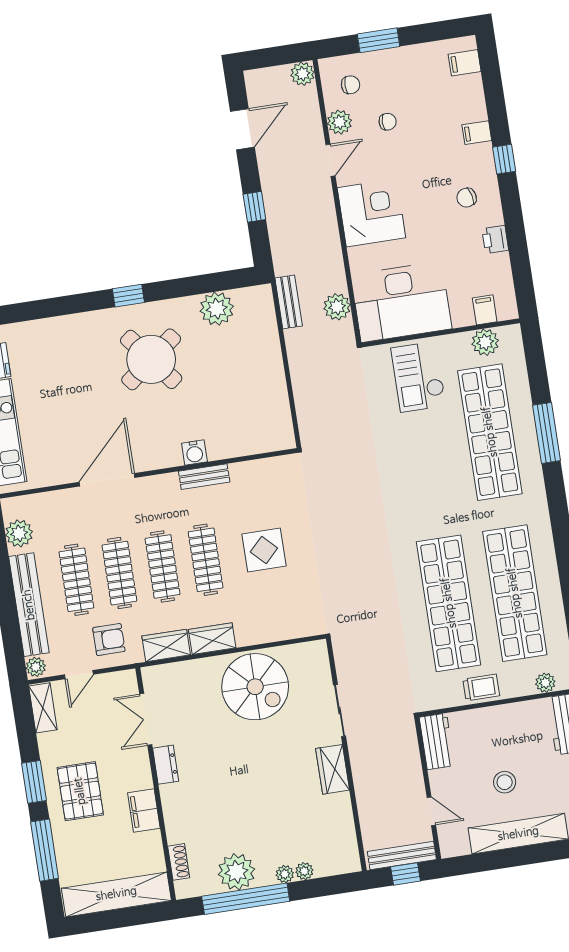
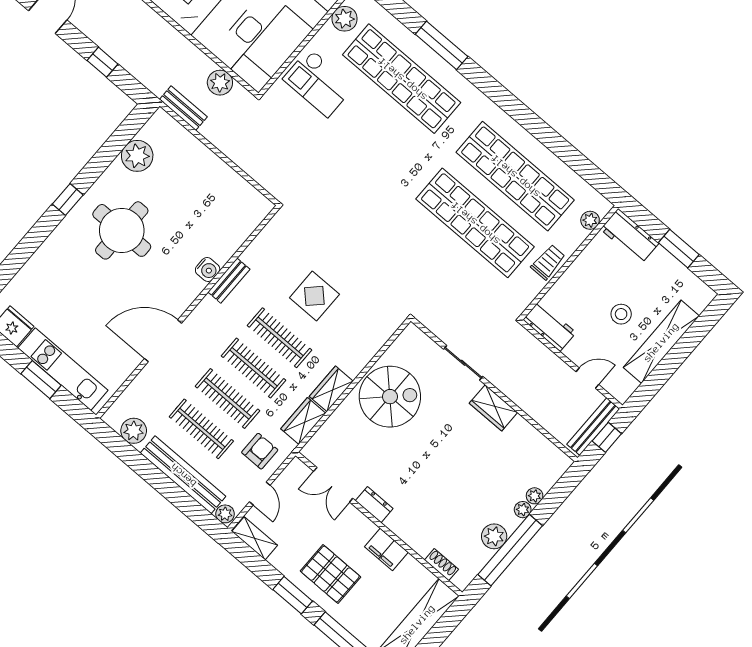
round table: (151, 359) -> (122, 230), turned 38
door: (107, 480) -> (163, 341), hinge flipped
plant: (236, 872) -> (494, 536), width x0.73, depth x0.73

